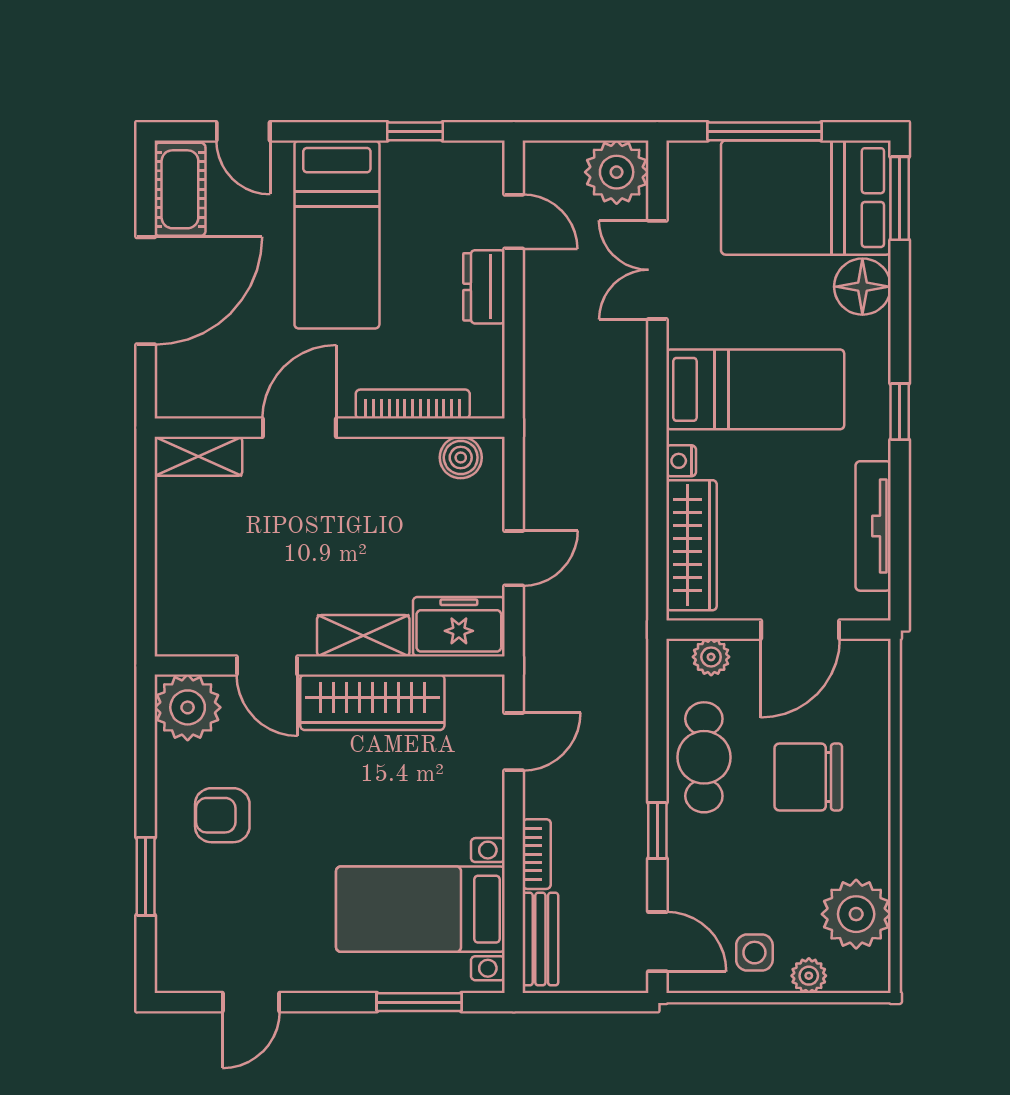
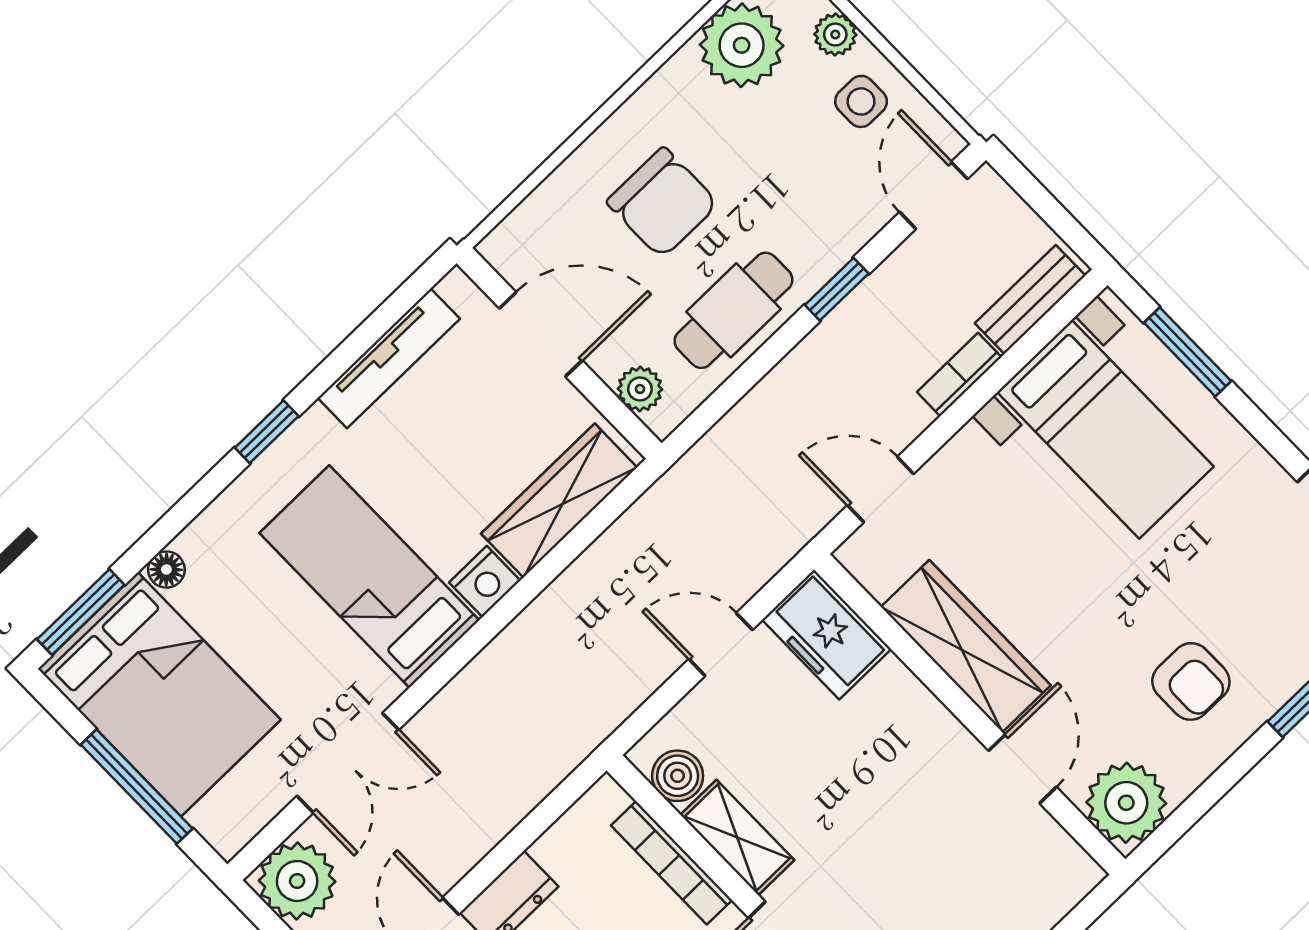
floor lamp: (862, 287) -> (166, 570), width x0.53, depth x0.53
nightstand: (681, 461) -> (485, 581), width x1.39, depth x1.35
shelving: (363, 636) -> (737, 837), moved

